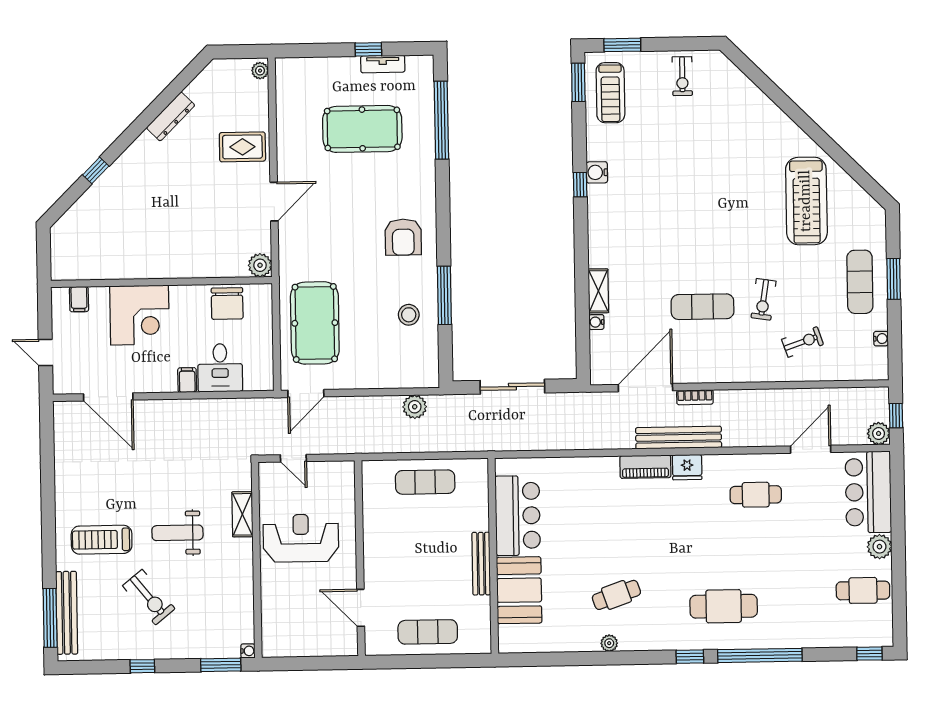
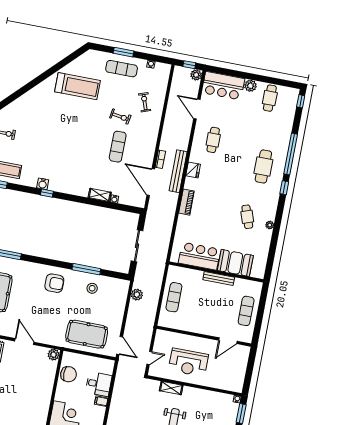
piano: (645, 467) -> (186, 202), moved
reception desk: (301, 538) -> (188, 362), turned -90

